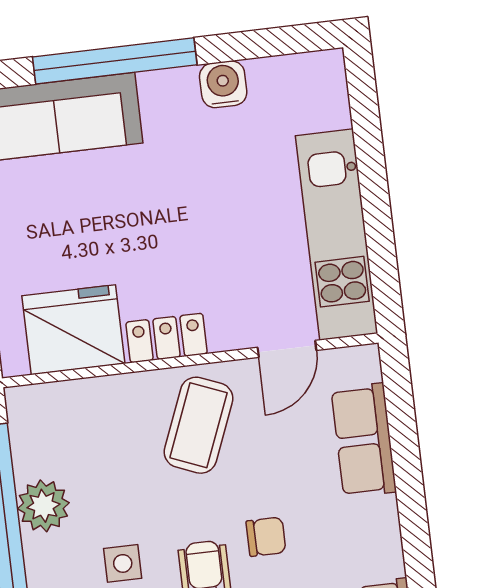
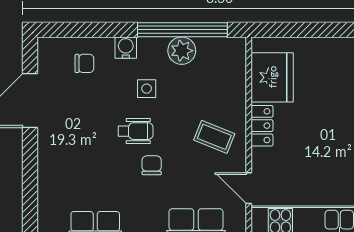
coffee table: (198, 425) -> (214, 137), width x0.73, depth x0.77
chair: (266, 537) -> (152, 165), turned 180

